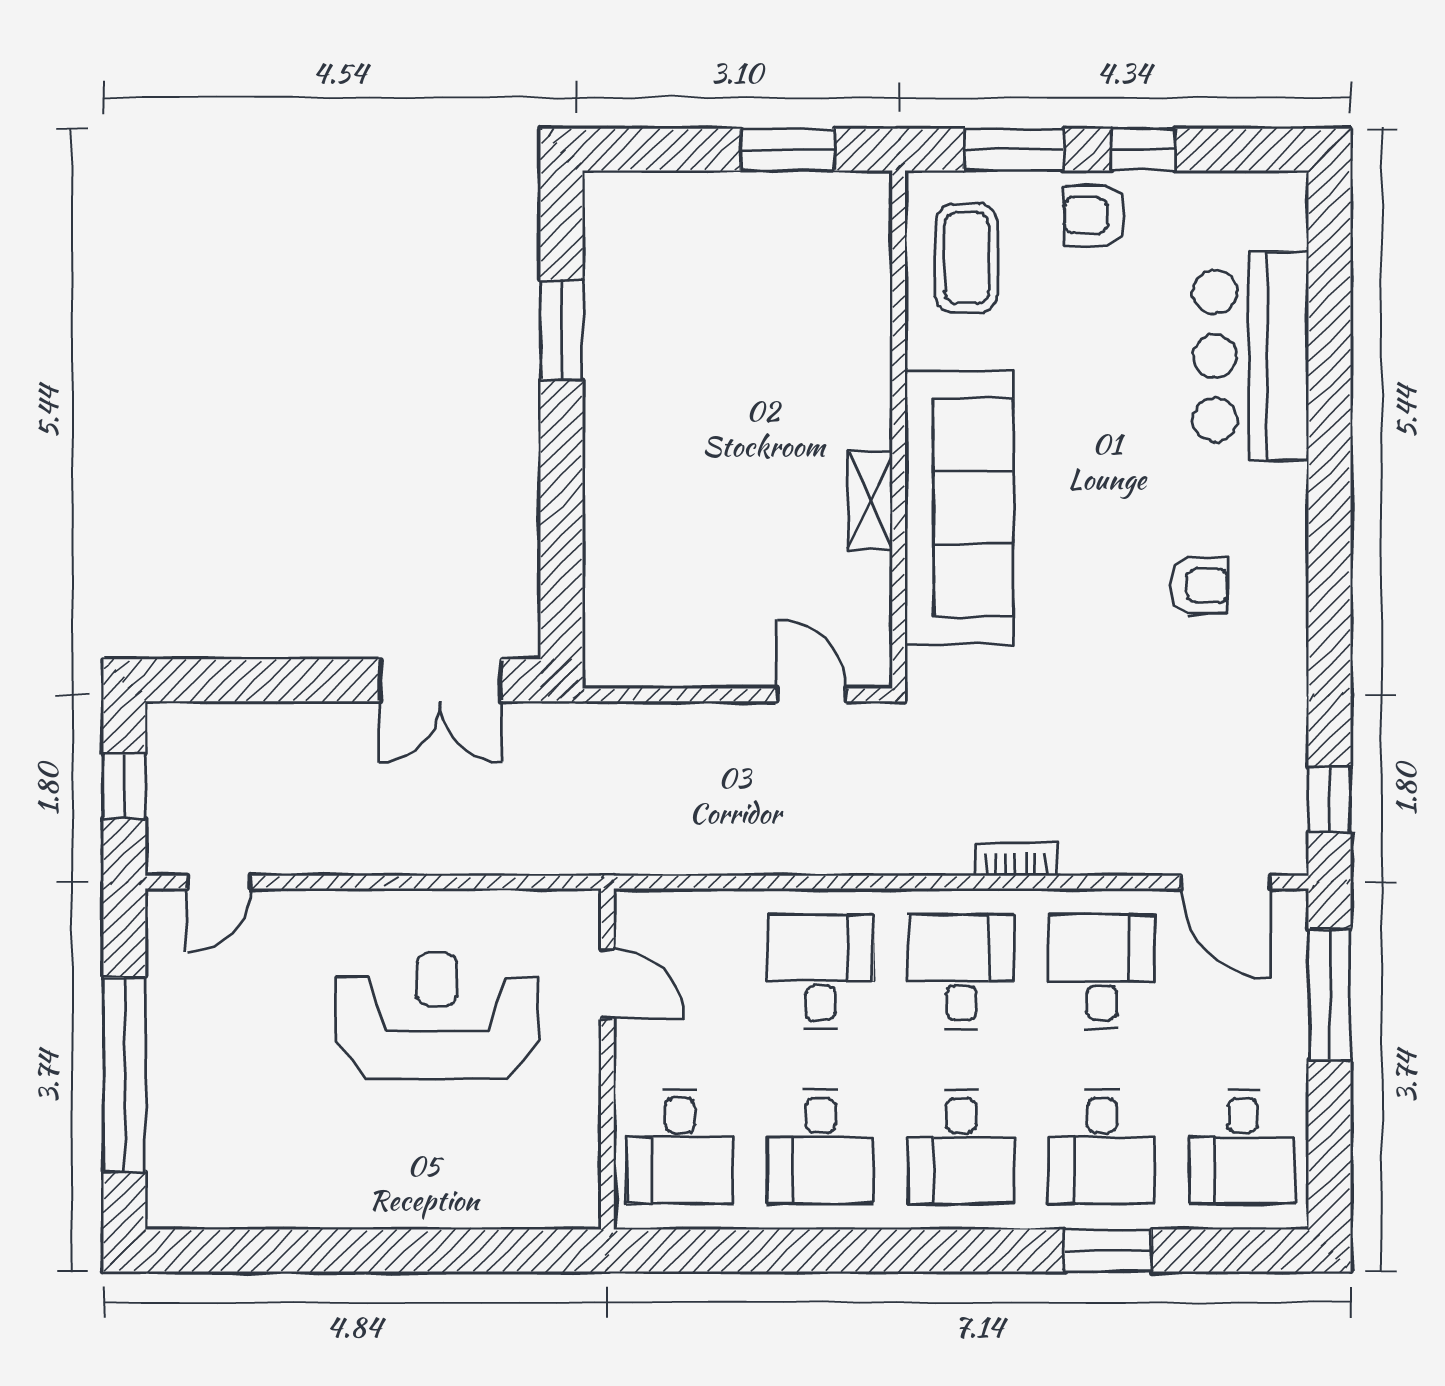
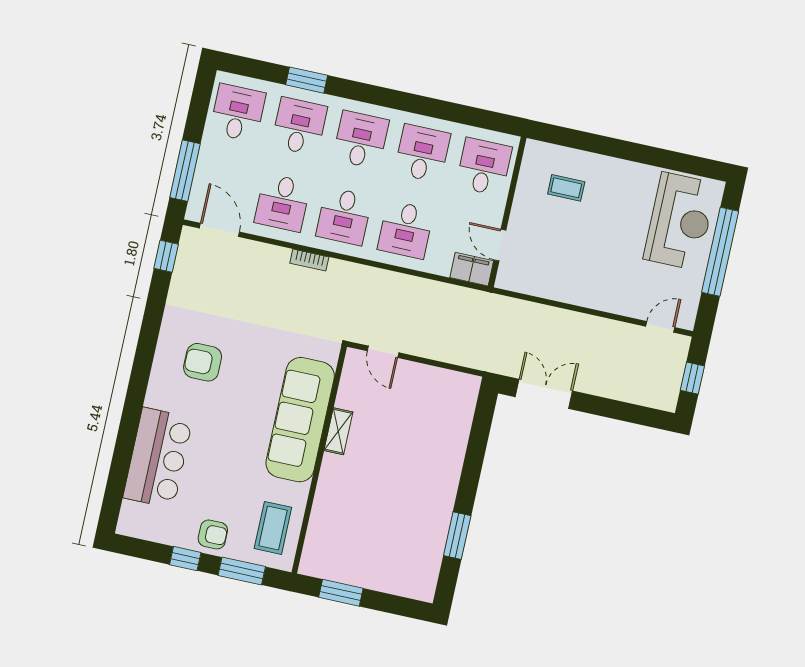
armchair: (1199, 586) -> (203, 362), width x1.38, depth x1.38
filing cabinet: (657, 918) -> (472, 269), added
reception desk: (437, 1016) -> (680, 221), moved, turned -90
coffee table: (491, 1140) -> (566, 188), added

